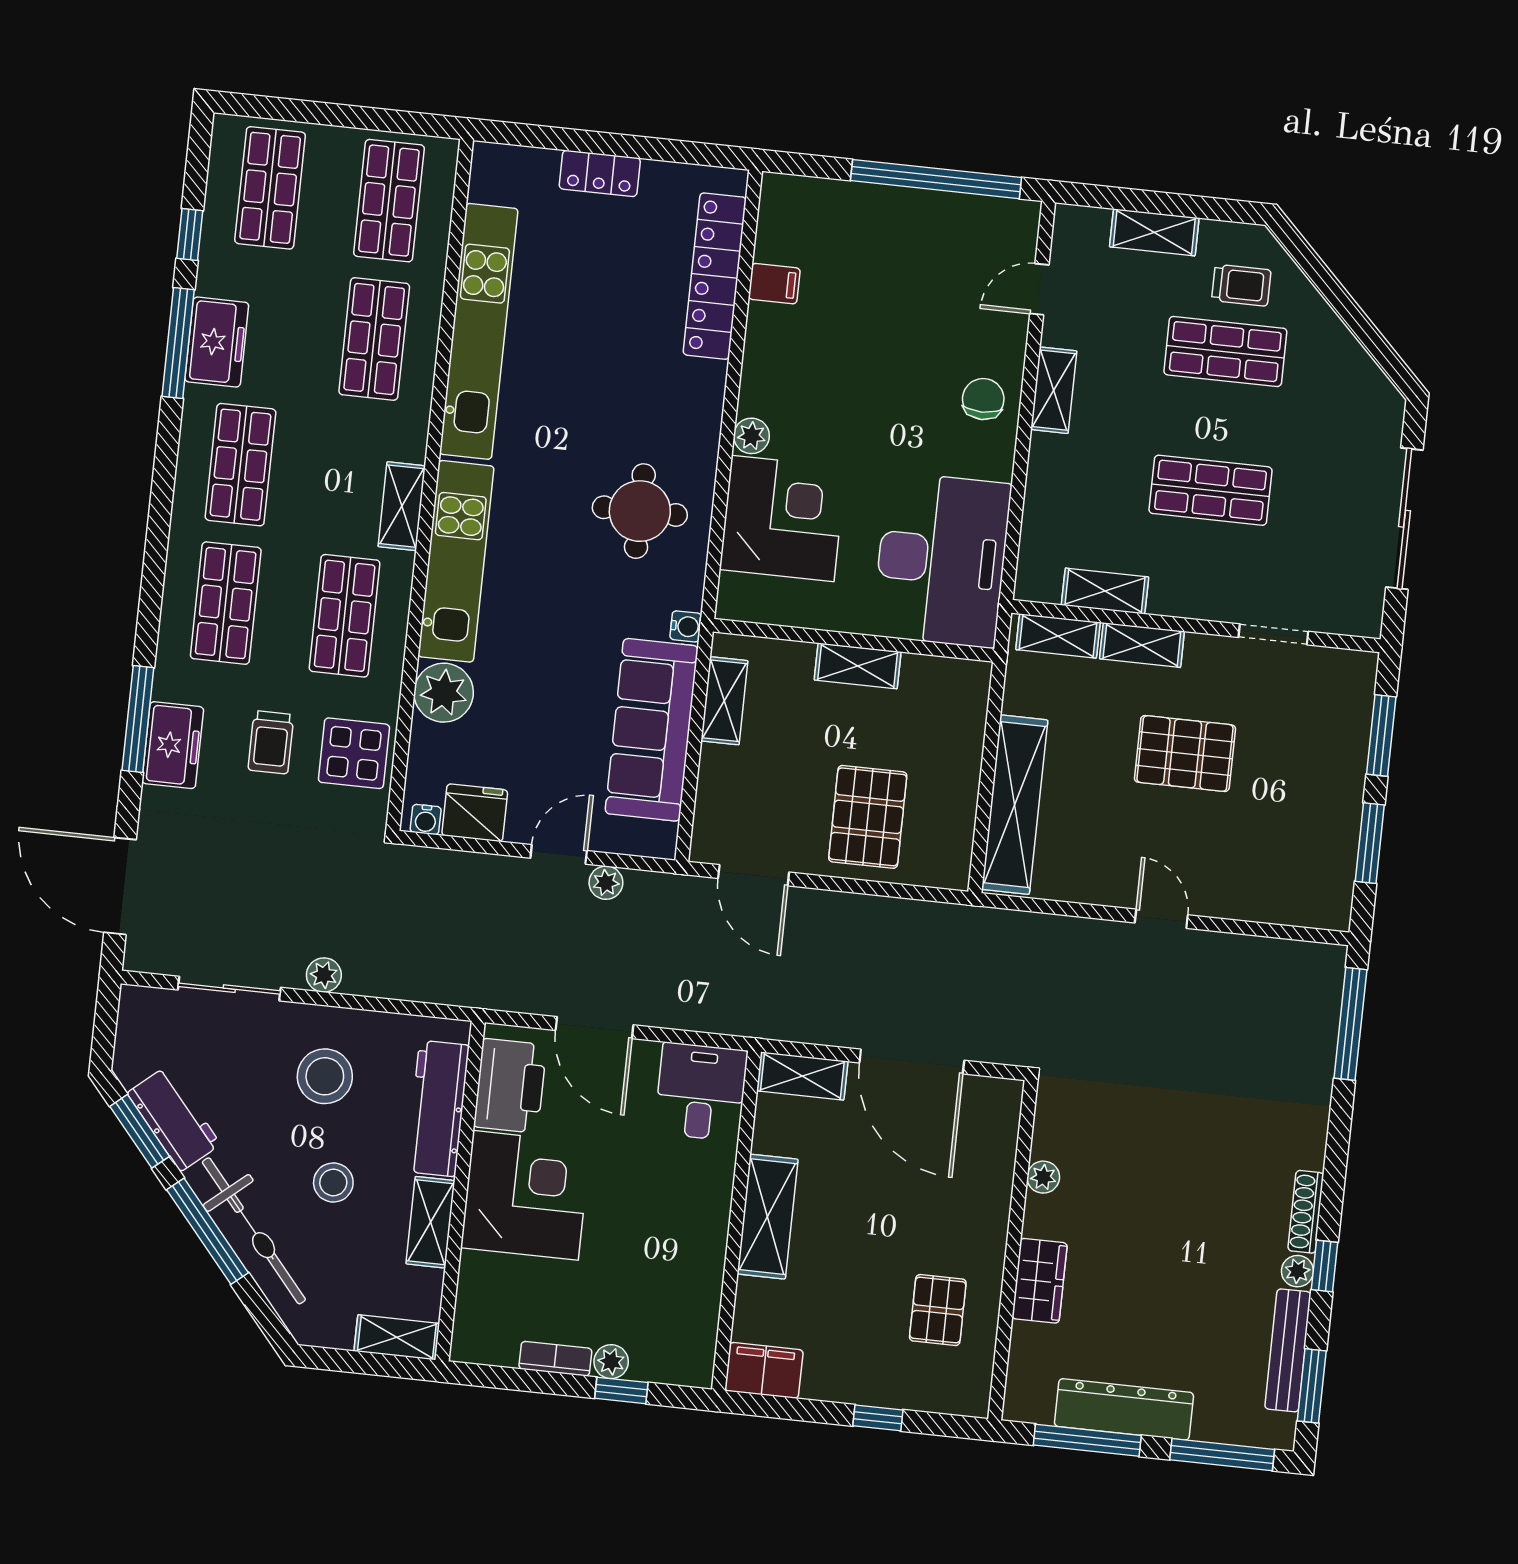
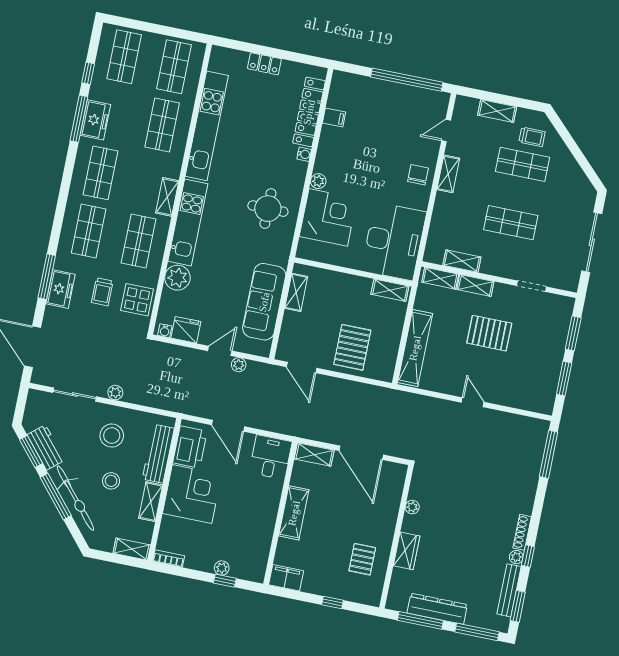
water cooler: (686, 626) -> (304, 154), moved
shelving: (858, 666) -> (390, 290), moved
bookcase: (555, 1359) -> (169, 558), moved

